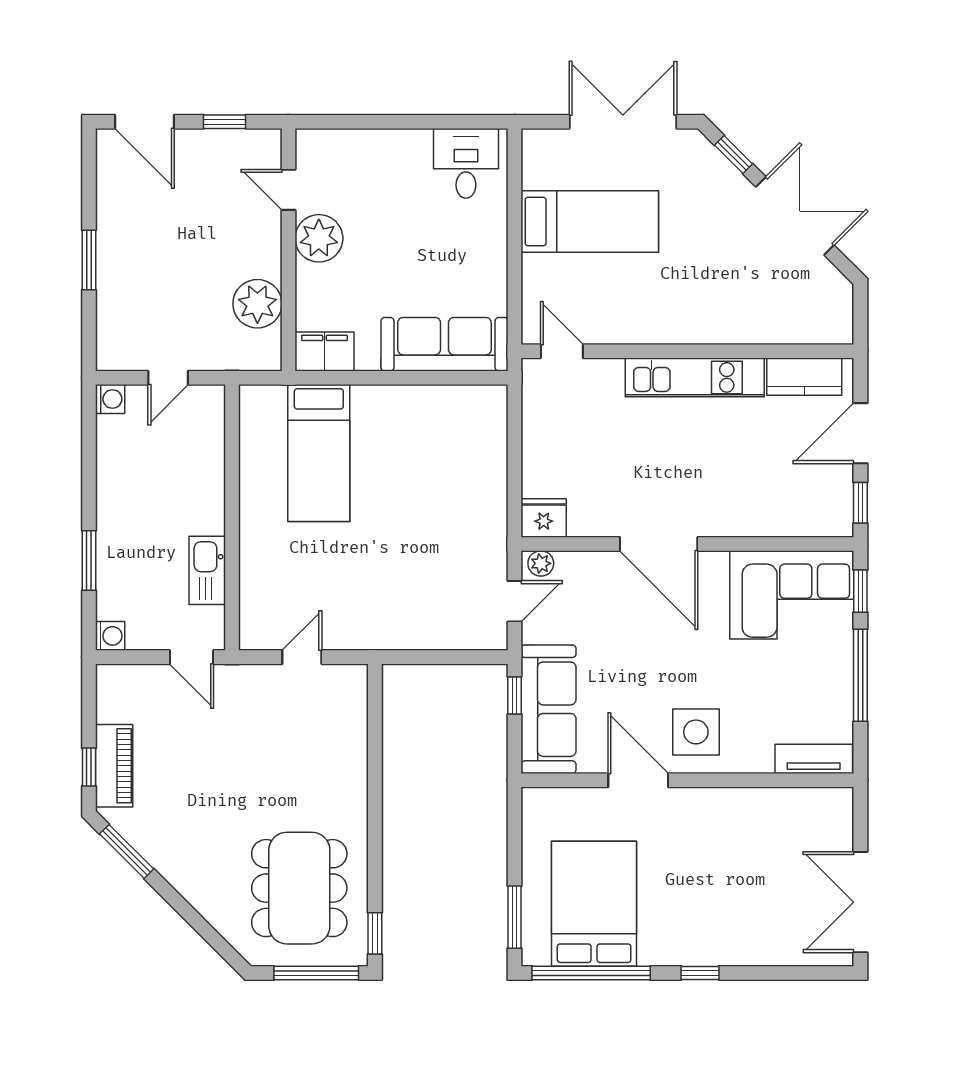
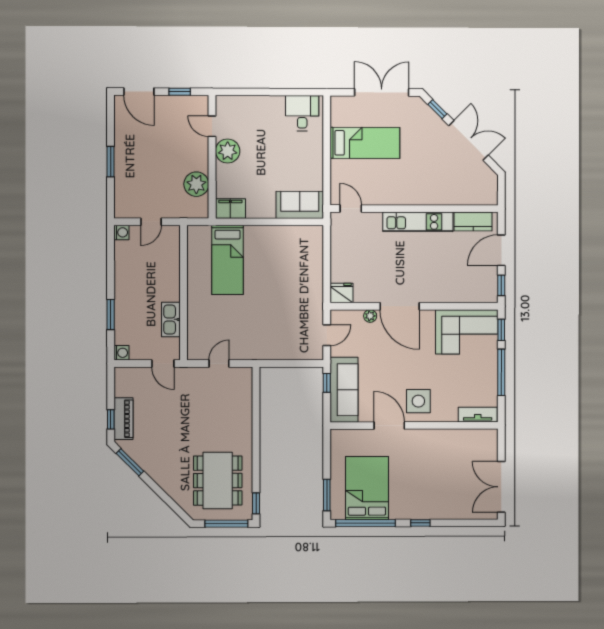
sofa: (445, 344) -> (300, 205), width x0.73
plant: (541, 563) -> (370, 316), moved

